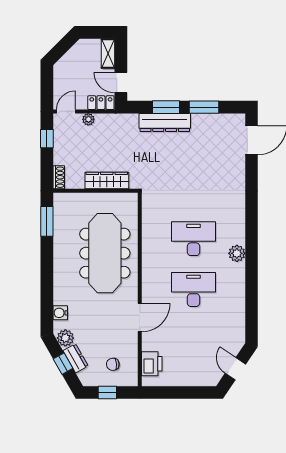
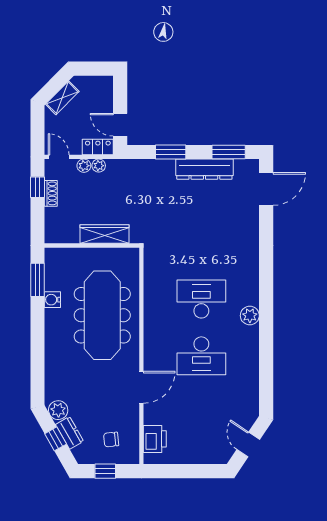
shelving: (108, 53) -> (62, 98), moved, turned 45
window: (204, 107) -> (229, 152), moved
door: (66, 111) -> (59, 157), hinge flipped
plant: (102, 119) -> (99, 166), added
dresser: (165, 122) -> (204, 169), moved
shoe rack: (59, 177) -> (51, 193), moved
desk: (194, 289) -> (201, 356), turned 180
water cooler: (60, 313) -> (52, 300), moved

